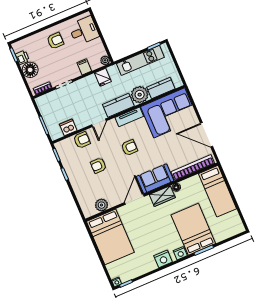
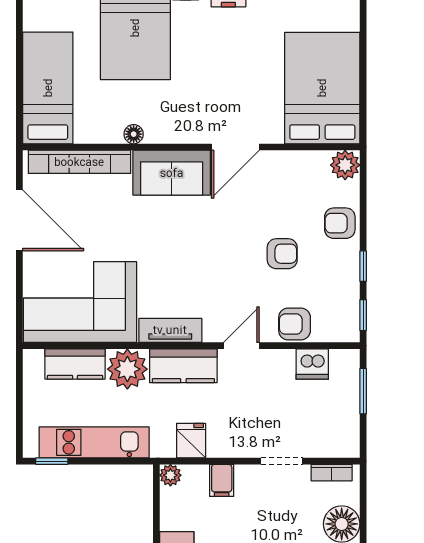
armchair: (129, 148) -> (340, 223), moved
wardrobe: (162, 196) -> (172, 128), removed
plant: (102, 205) -> (345, 165), moved

